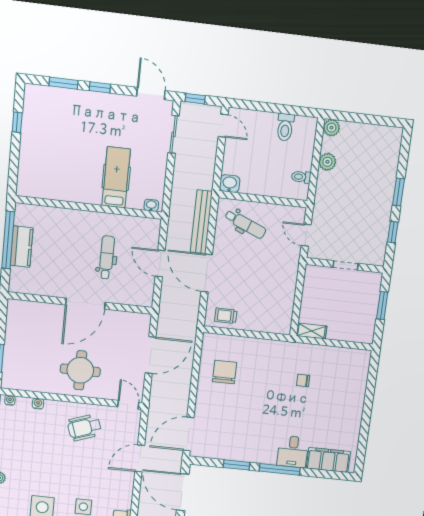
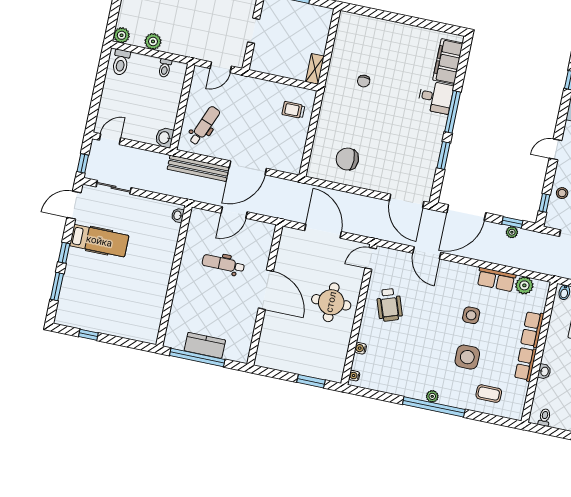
toilet: (285, 127) -> (121, 62), moved, turned 90
hospital bed: (116, 177) -> (99, 241), moved, turned 180
trolley: (226, 316) -> (293, 110), moved, turned 90

